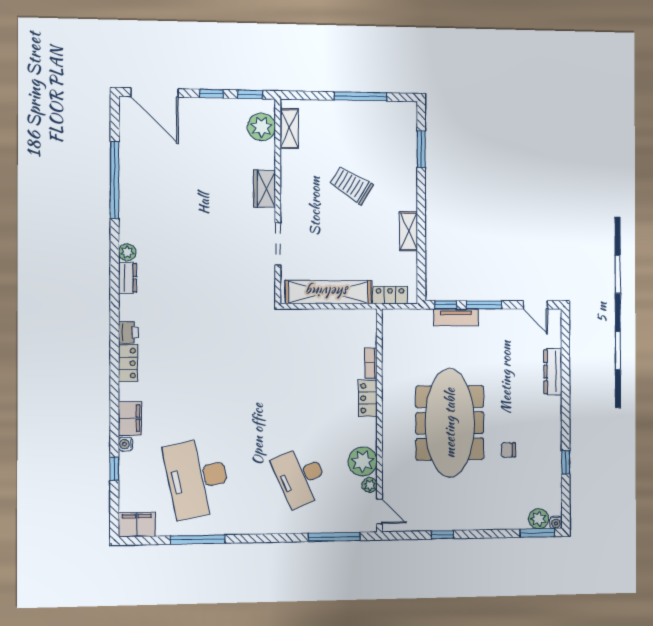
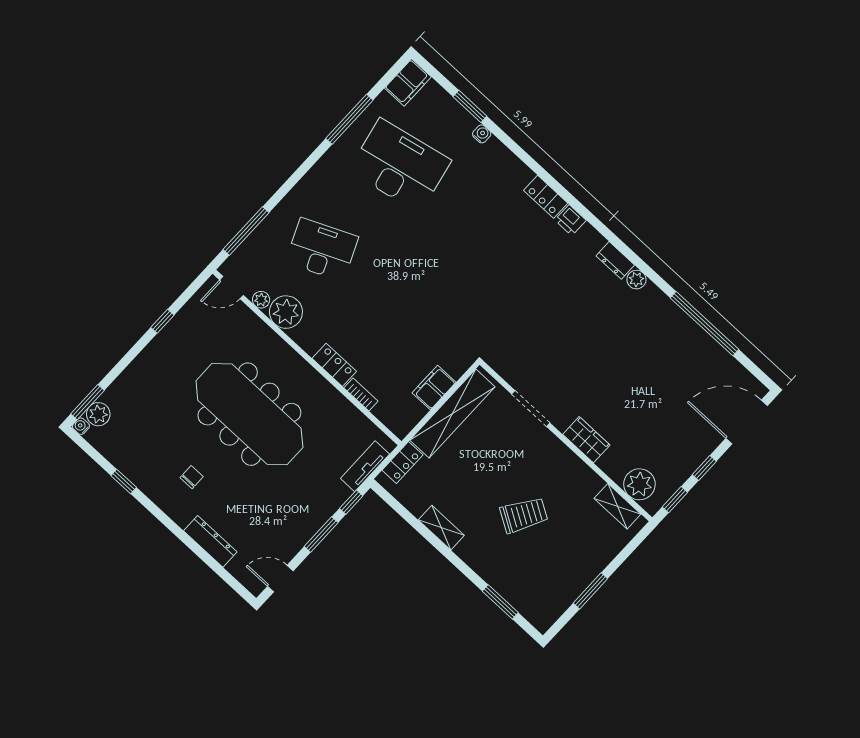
window: (360, 96) -> (590, 591), width x0.69
tv unit: (456, 317) -> (365, 466), moved
filing cabinet: (130, 418) -> (434, 388), moved, turned 90
chair: (508, 450) -> (192, 477), moved
window: (114, 469) -> (470, 106), width x1.50

